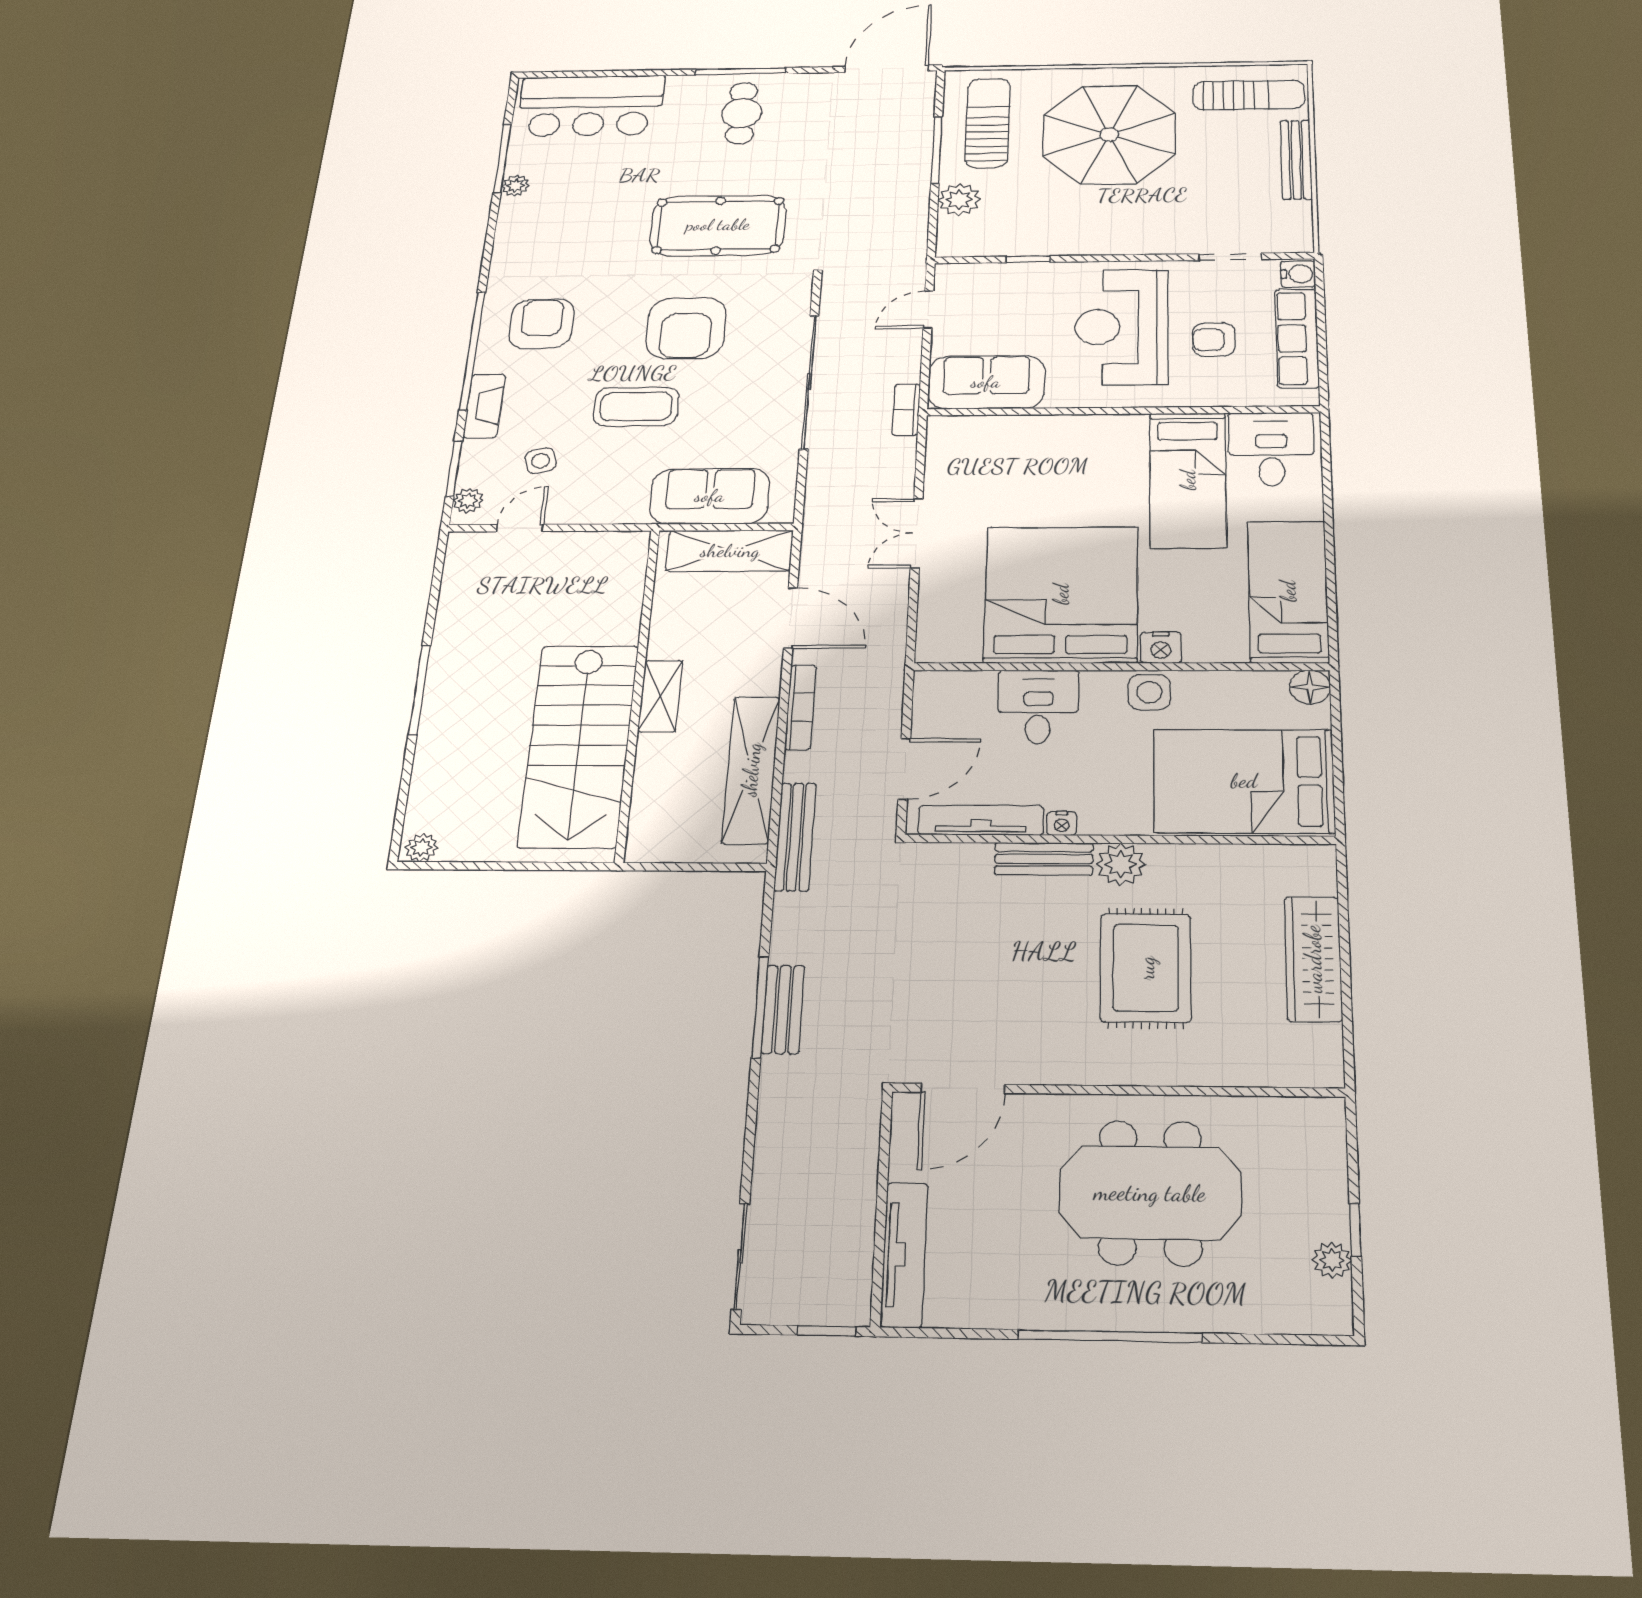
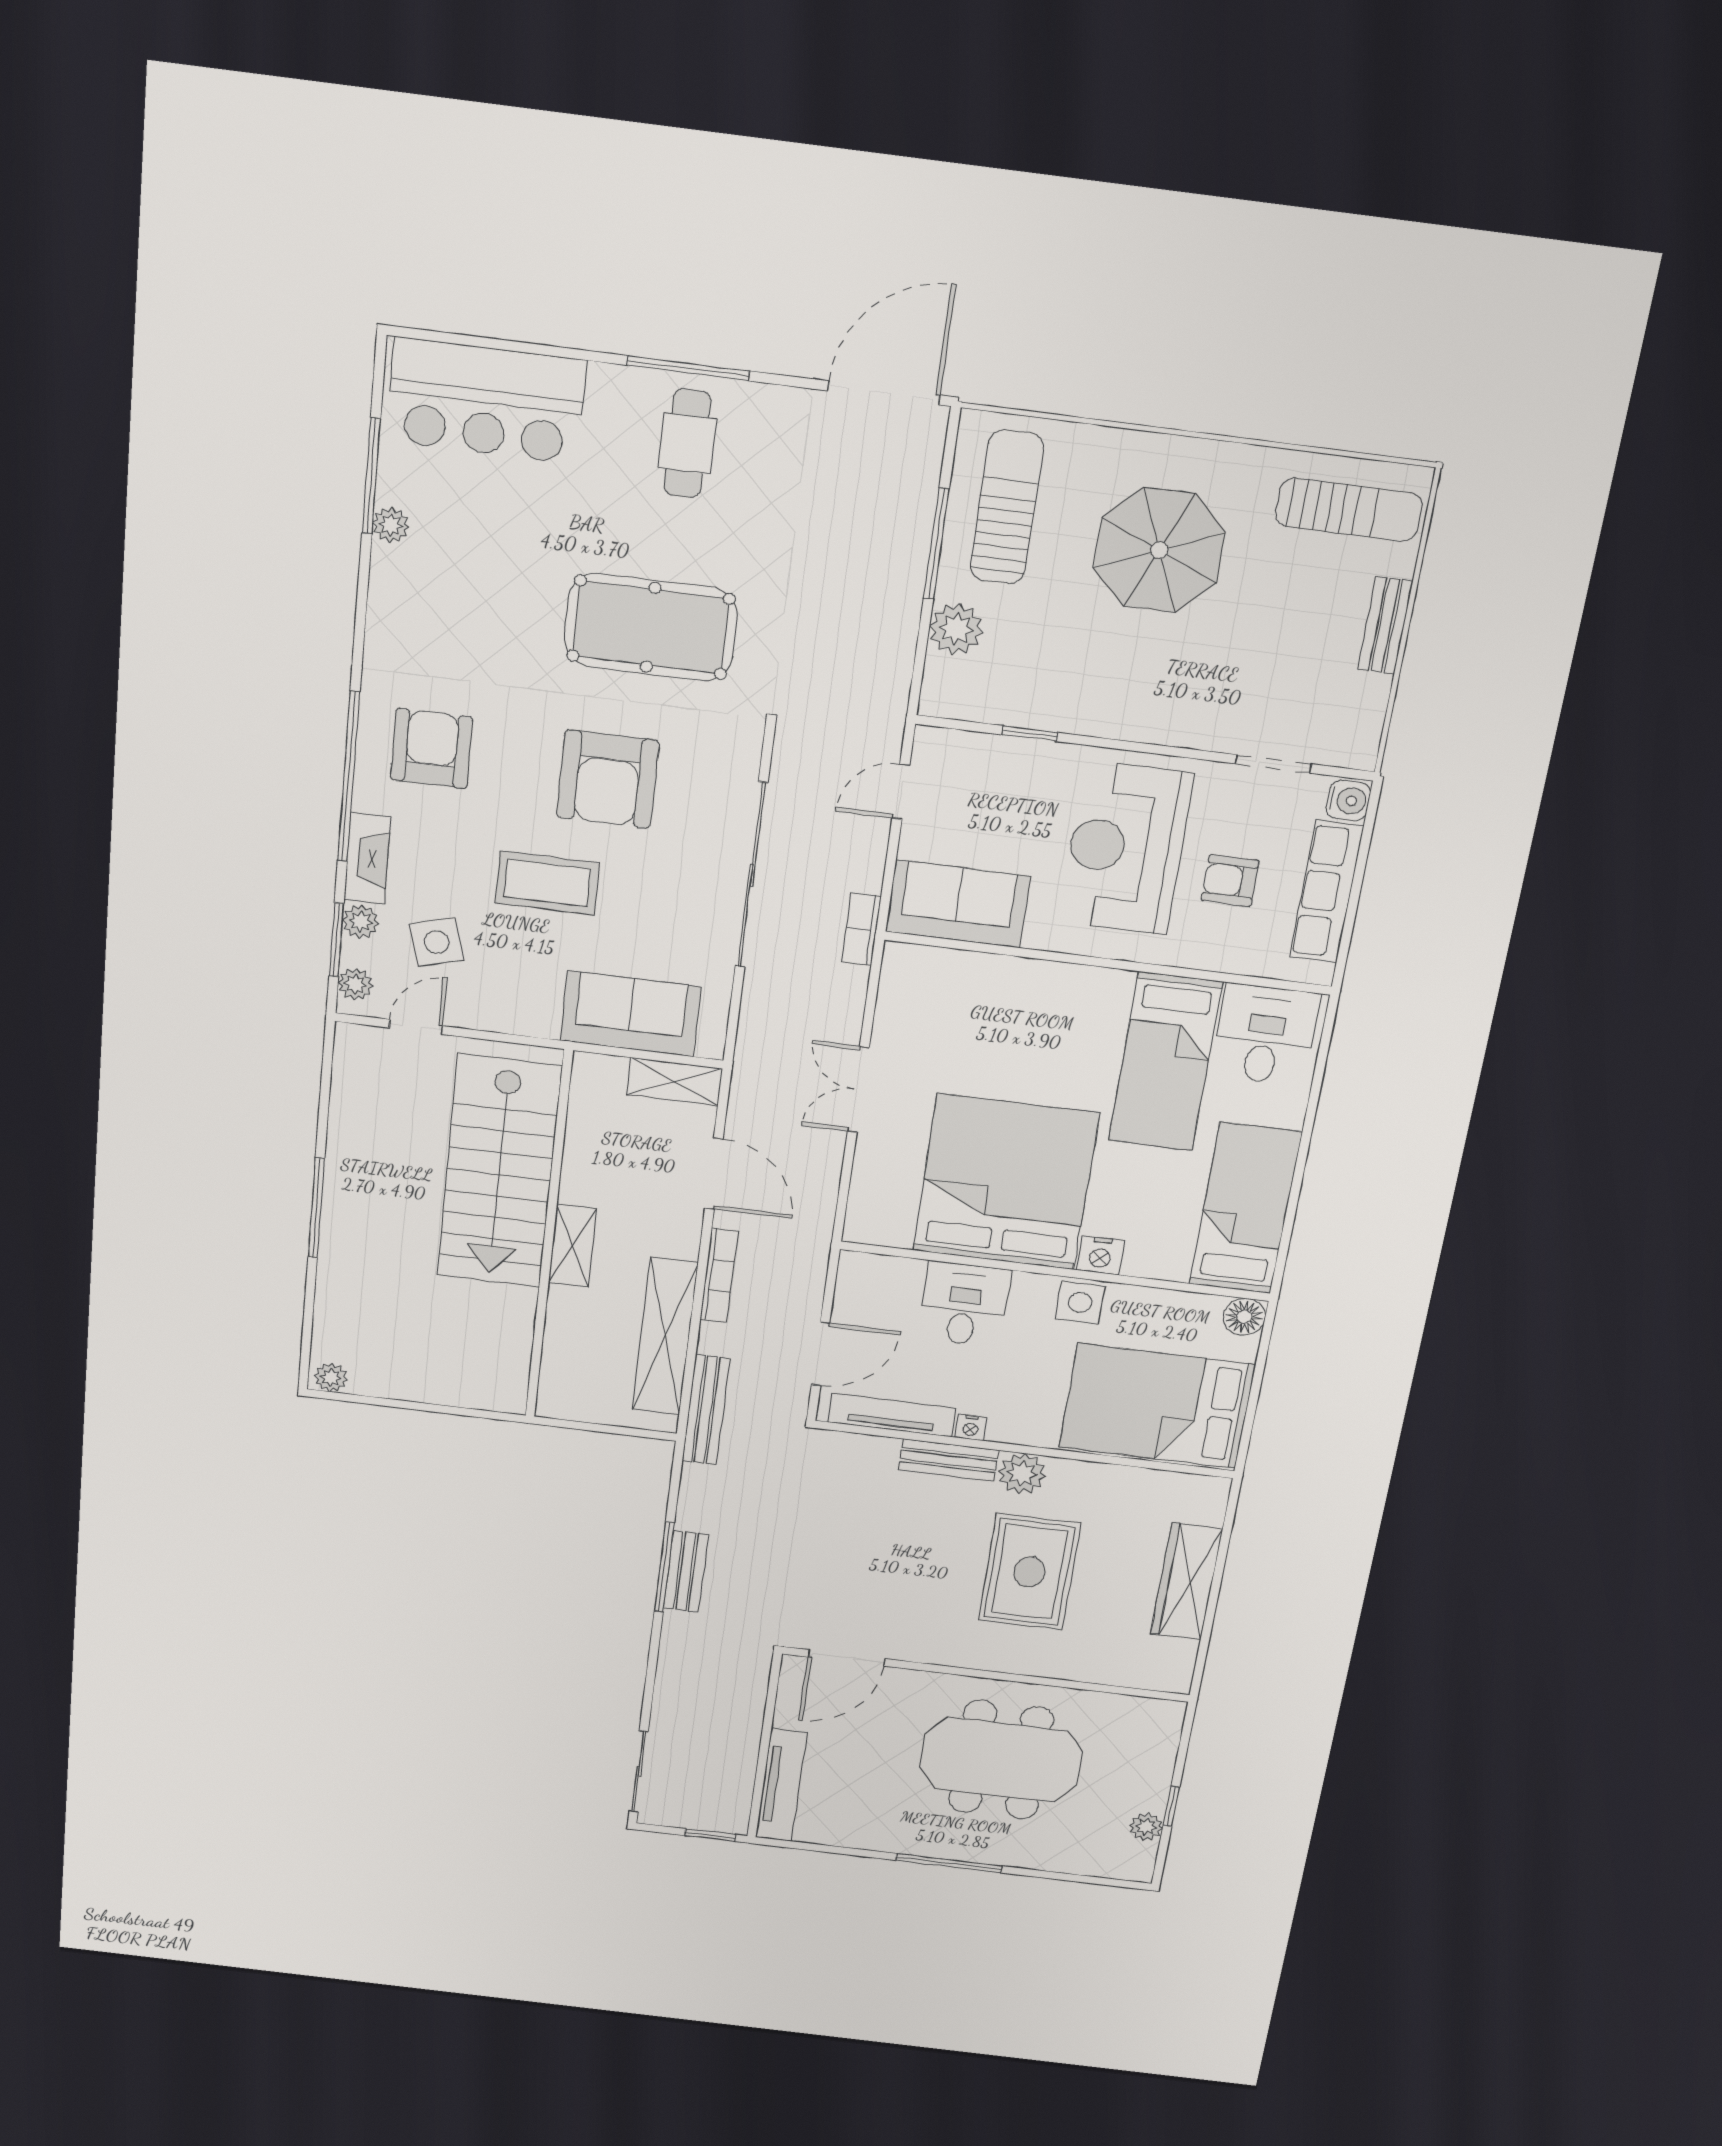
parasol: (1109, 135) -> (1159, 550), width x0.73, depth x0.73
bench: (1296, 160) -> (1385, 625), width x0.73
plant: (476, 453) -> (361, 922), added
side table: (541, 461) -> (437, 942), width x1.37, depth x1.37
shelving: (730, 551) -> (675, 1082), width x0.67, depth x0.75
stairs: (579, 745) -> (499, 1172), moved
window: (1110, 1336) -> (949, 1863), width x0.68

